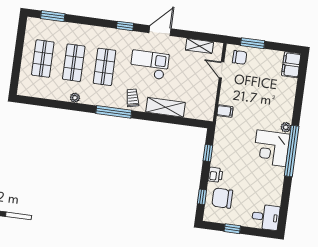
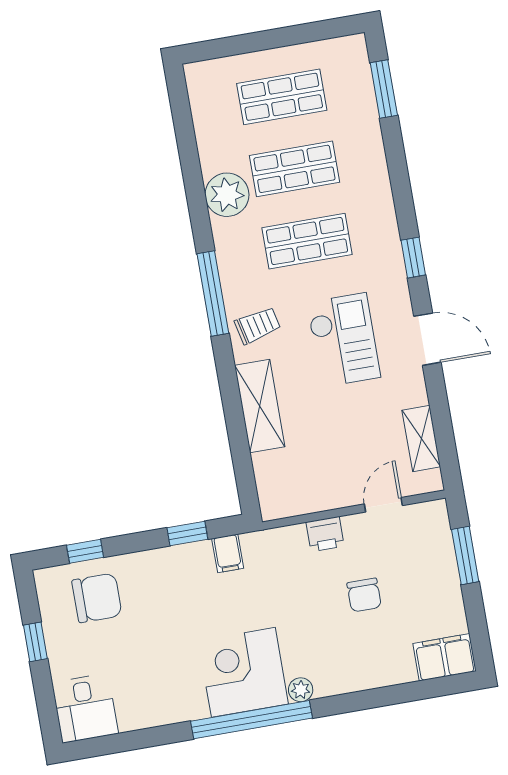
chair: (240, 57) -> (364, 595), moved
plant: (75, 98) -> (227, 195), width x1.87, depth x1.87
filing cabinet: (225, 111) -> (228, 553), moved
printer: (215, 175) -> (325, 534), moved
chair: (222, 198) -> (97, 598), turned 90

